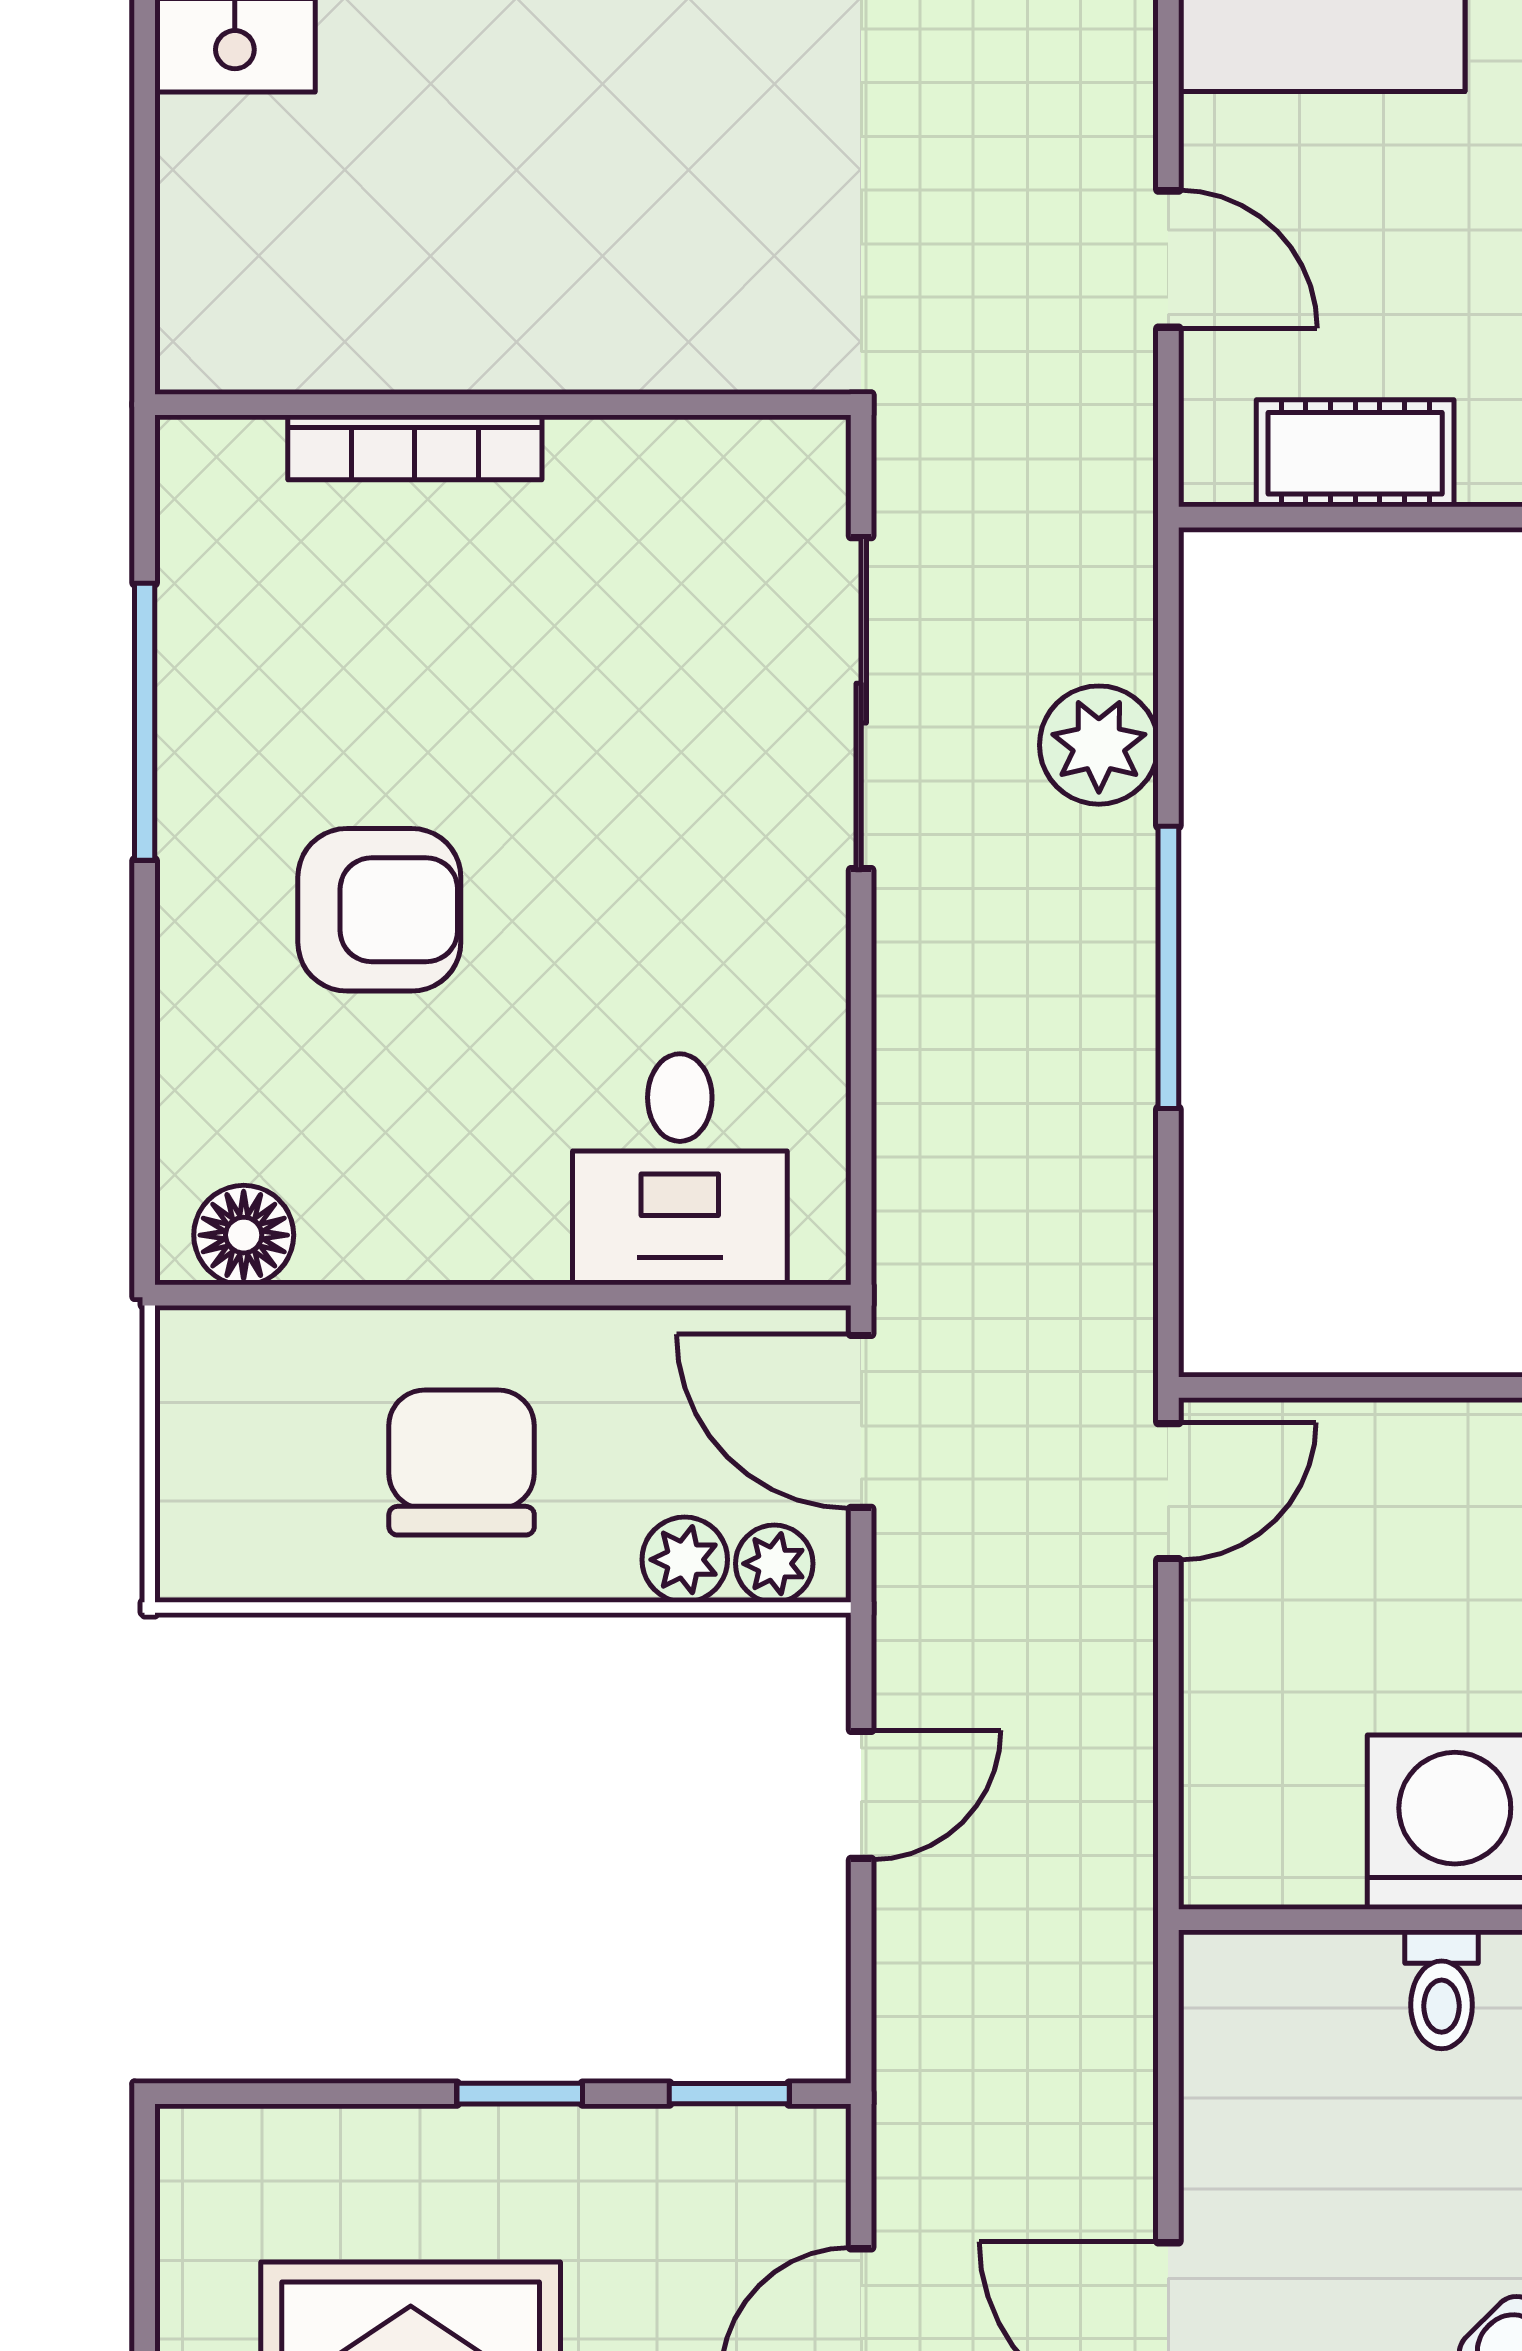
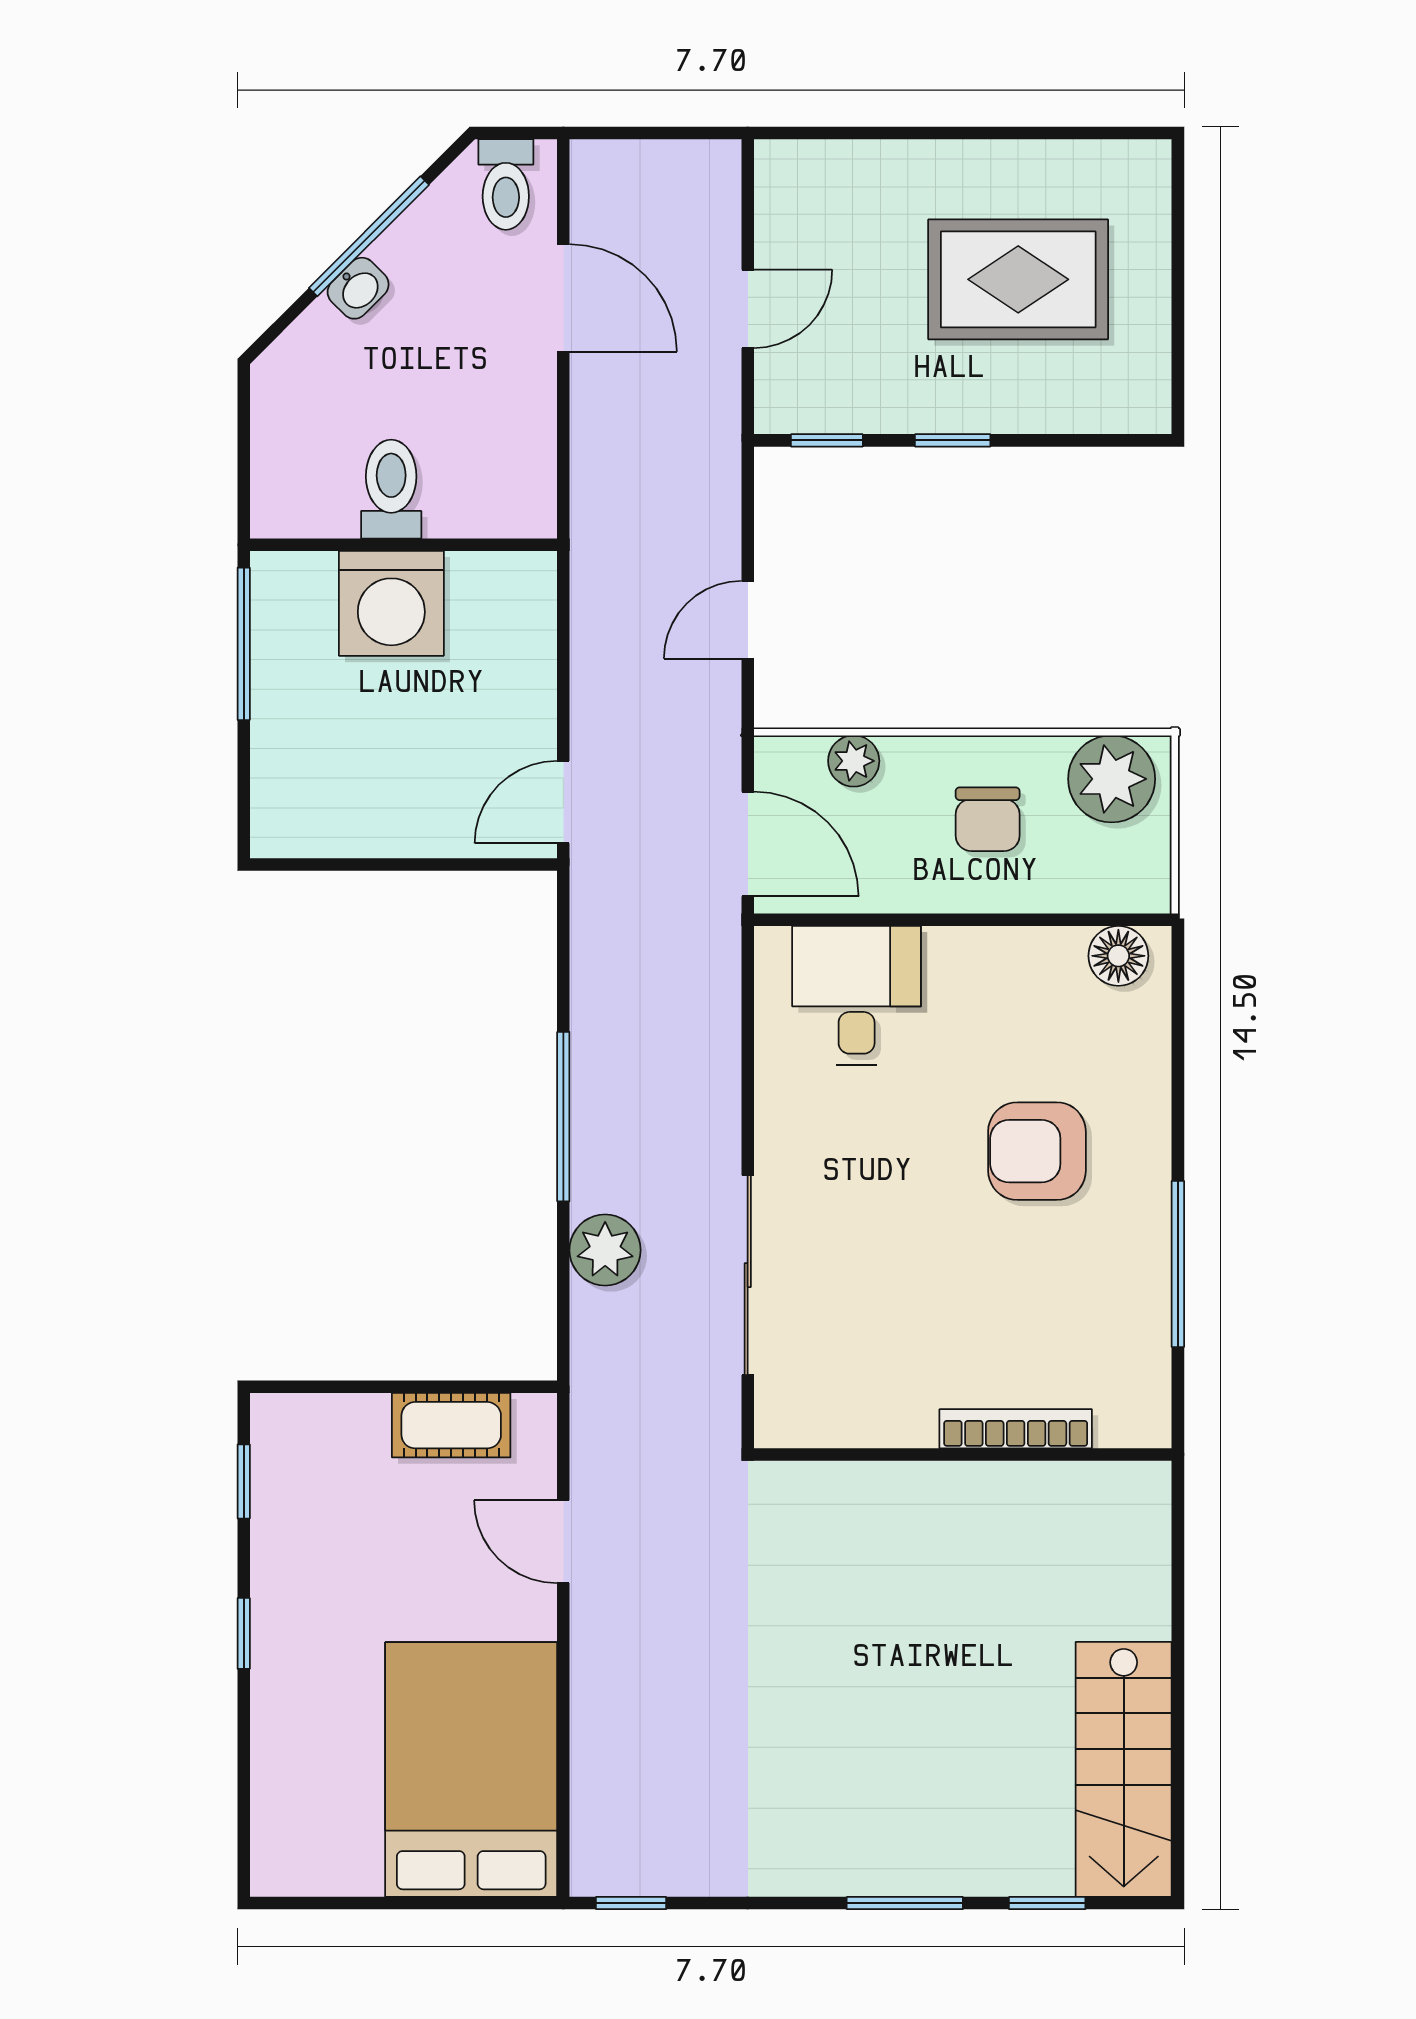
chair: (462, 1463) -> (988, 819), width x0.73, depth x0.73
plant: (774, 1564) -> (1112, 779), moved, width x1.87, depth x1.87
toilet: (1442, 1989) -> (391, 489), width x1.37, depth x1.39

